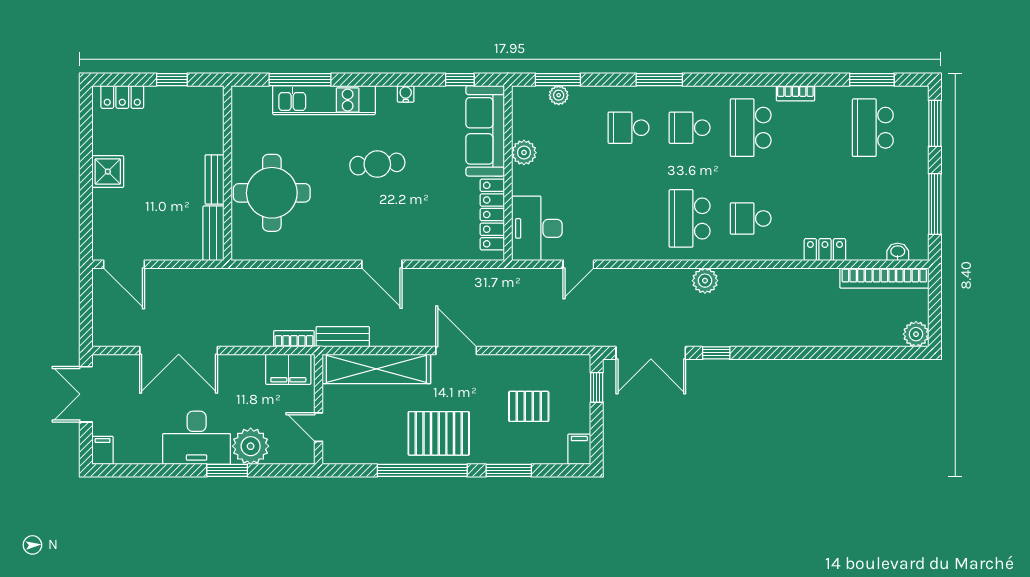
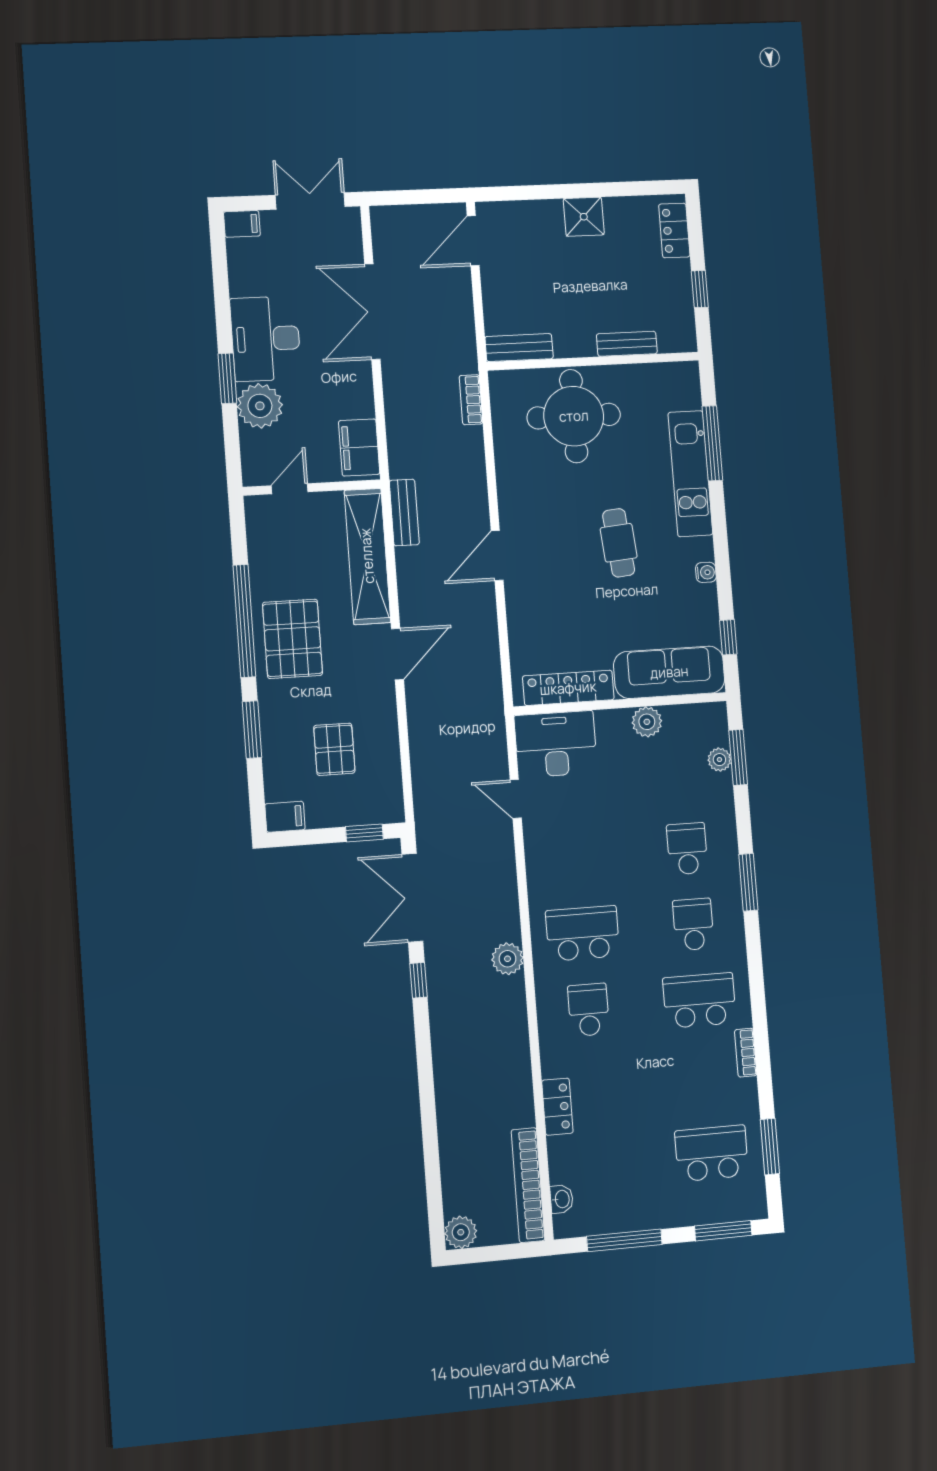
bench: (214, 179) -> (627, 344), moved
bookcase: (294, 339) -> (471, 400), moved, turned 180

